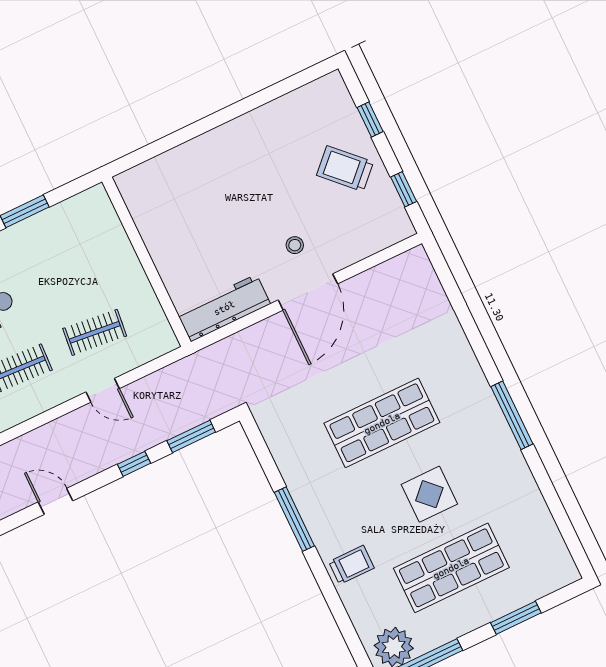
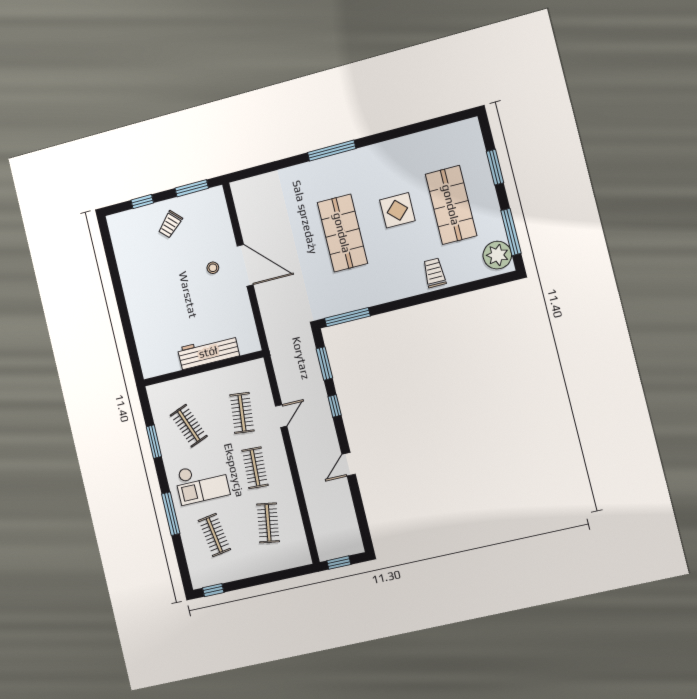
trolley: (345, 169) -> (170, 224), width x0.73, depth x0.72
window: (404, 189) -> (192, 188), width x1.50
clothes rail: (59, 258) -> (189, 426), added
workbench: (224, 308) -> (208, 352), moved, turned 90
window: (512, 415) -> (332, 151), moved
window: (294, 519) -> (347, 317), moved

